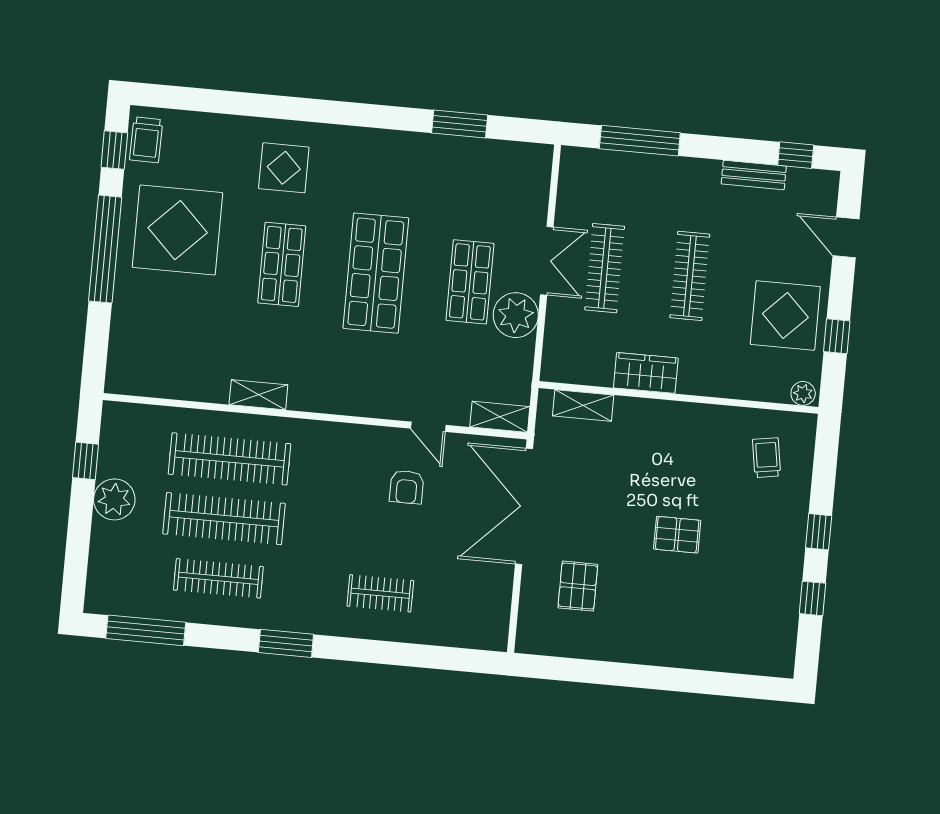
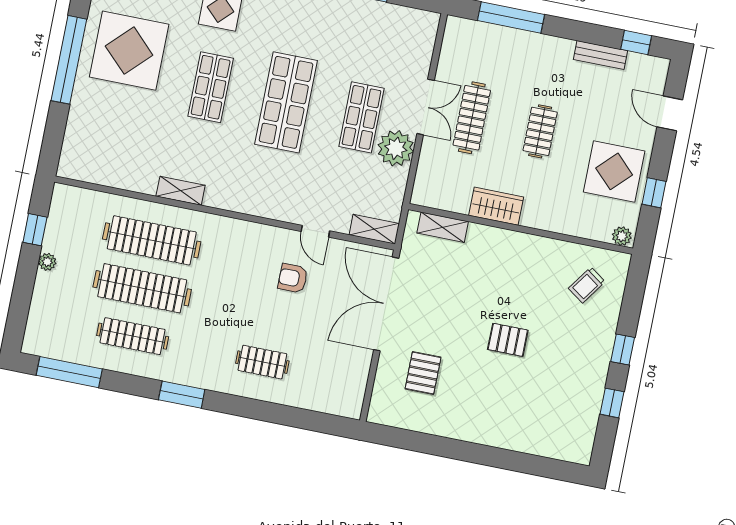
clothes rail: (690, 276) -> (540, 131), width x0.73
trolley: (767, 458) -> (587, 285), turned -136
armchair: (407, 487) -> (293, 278), turned 90
plant: (114, 499) -> (47, 262), width x0.53, depth x0.53

